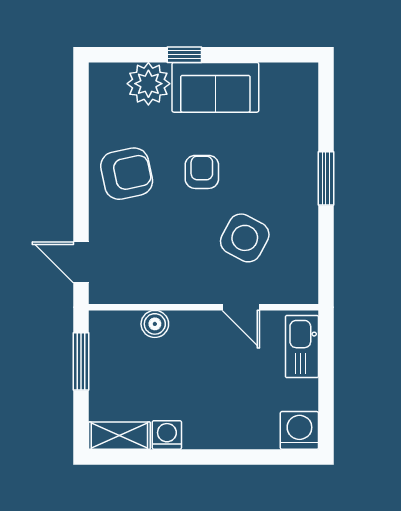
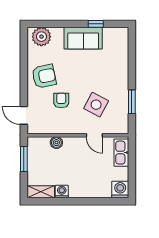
window: (184, 55) -> (96, 24), moved
plant: (148, 84) -> (41, 37), moved
armchair: (202, 172) -> (61, 100), moved
window: (326, 178) -> (132, 102), moved

